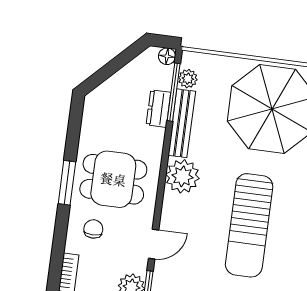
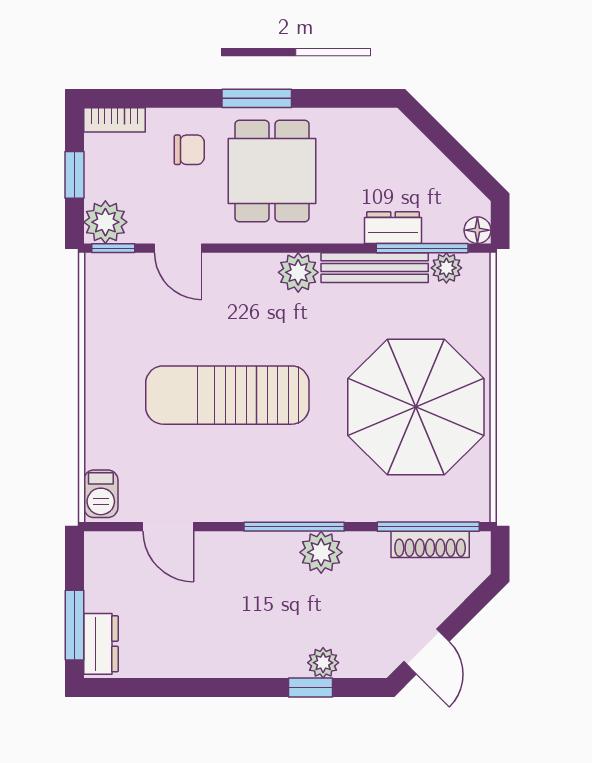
plant: (182, 176) -> (298, 272), width x0.73, depth x0.73

